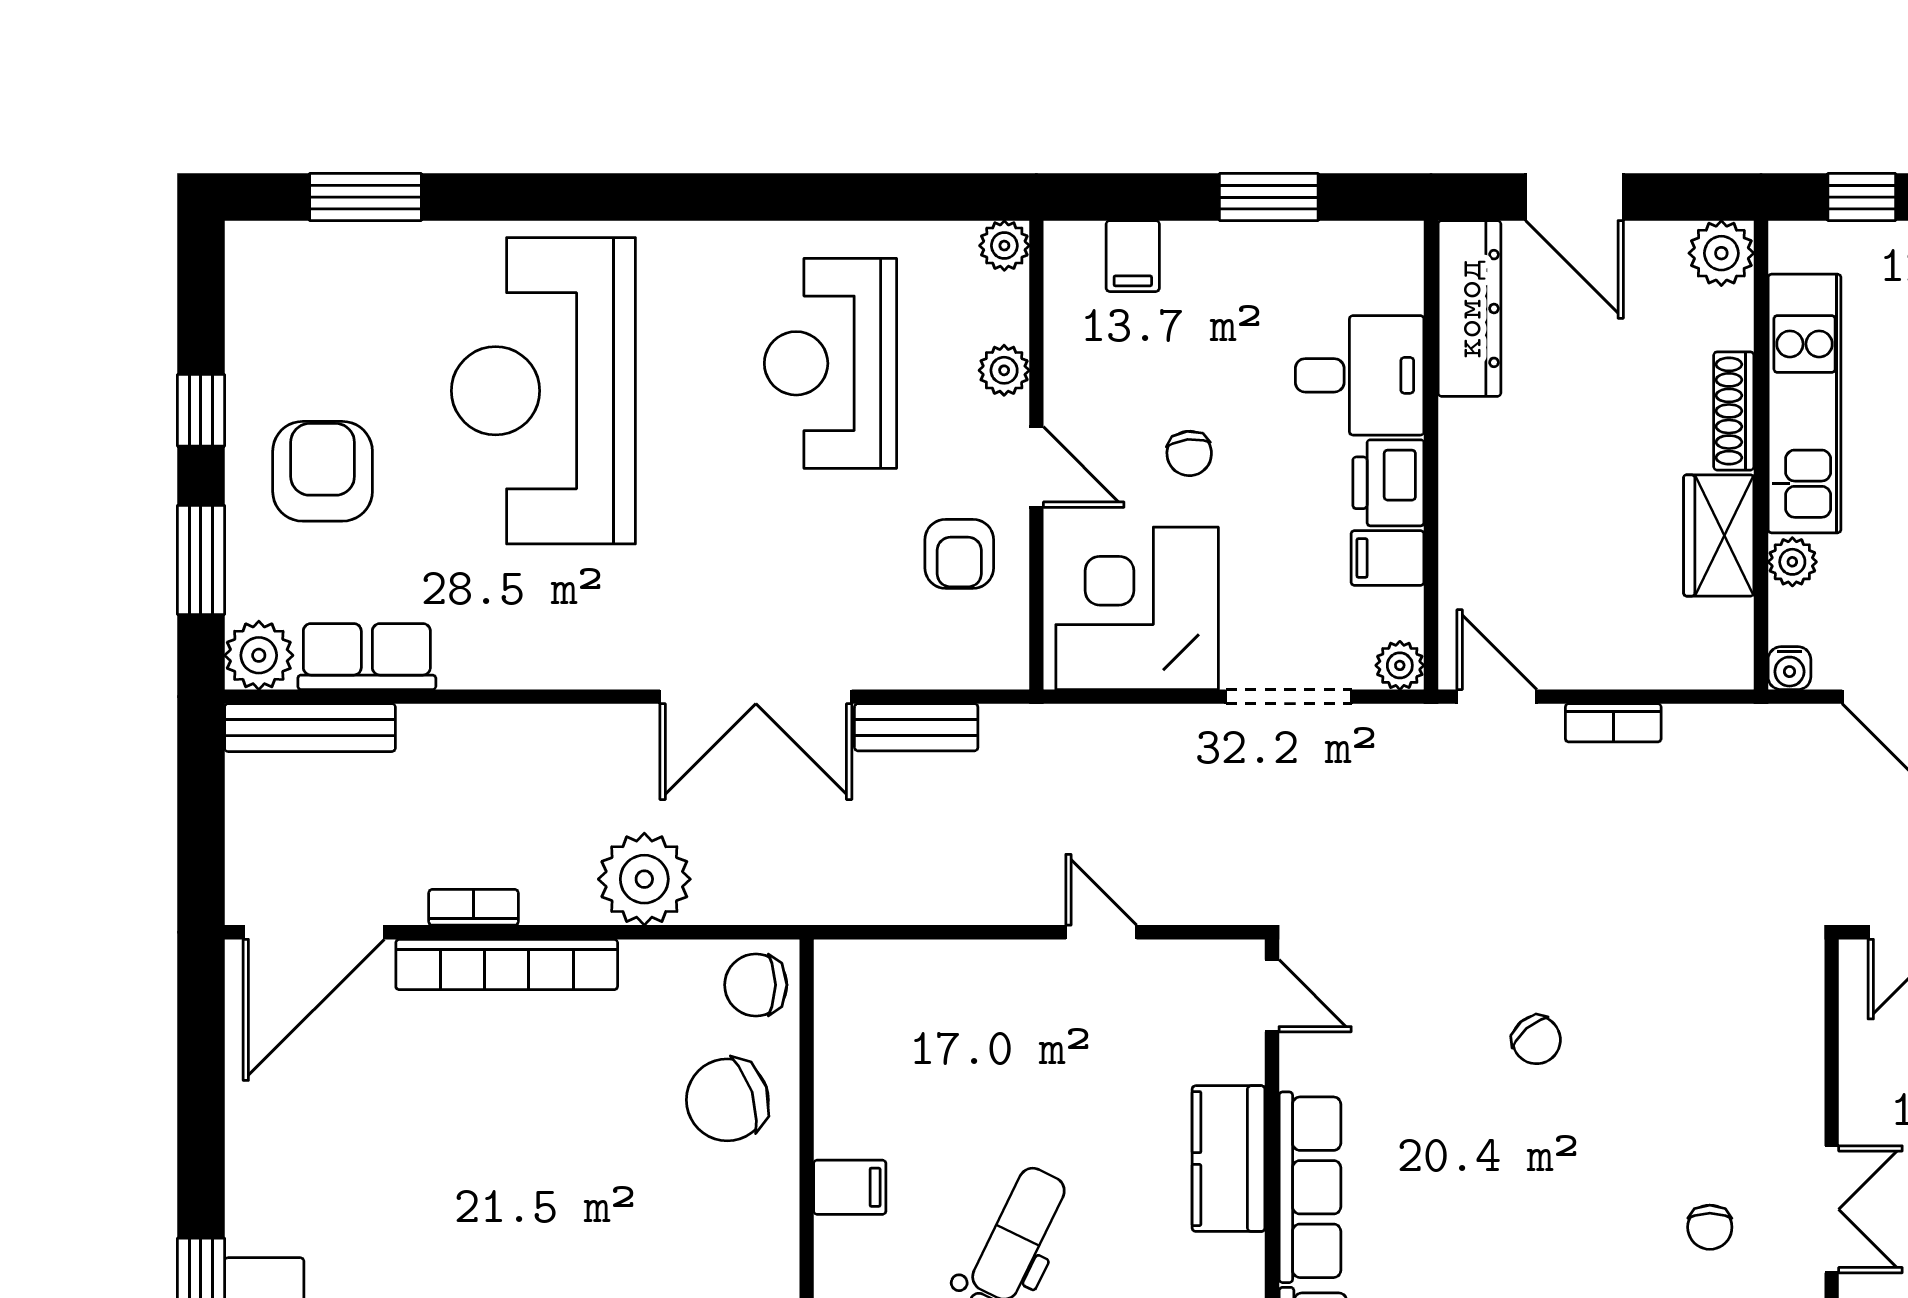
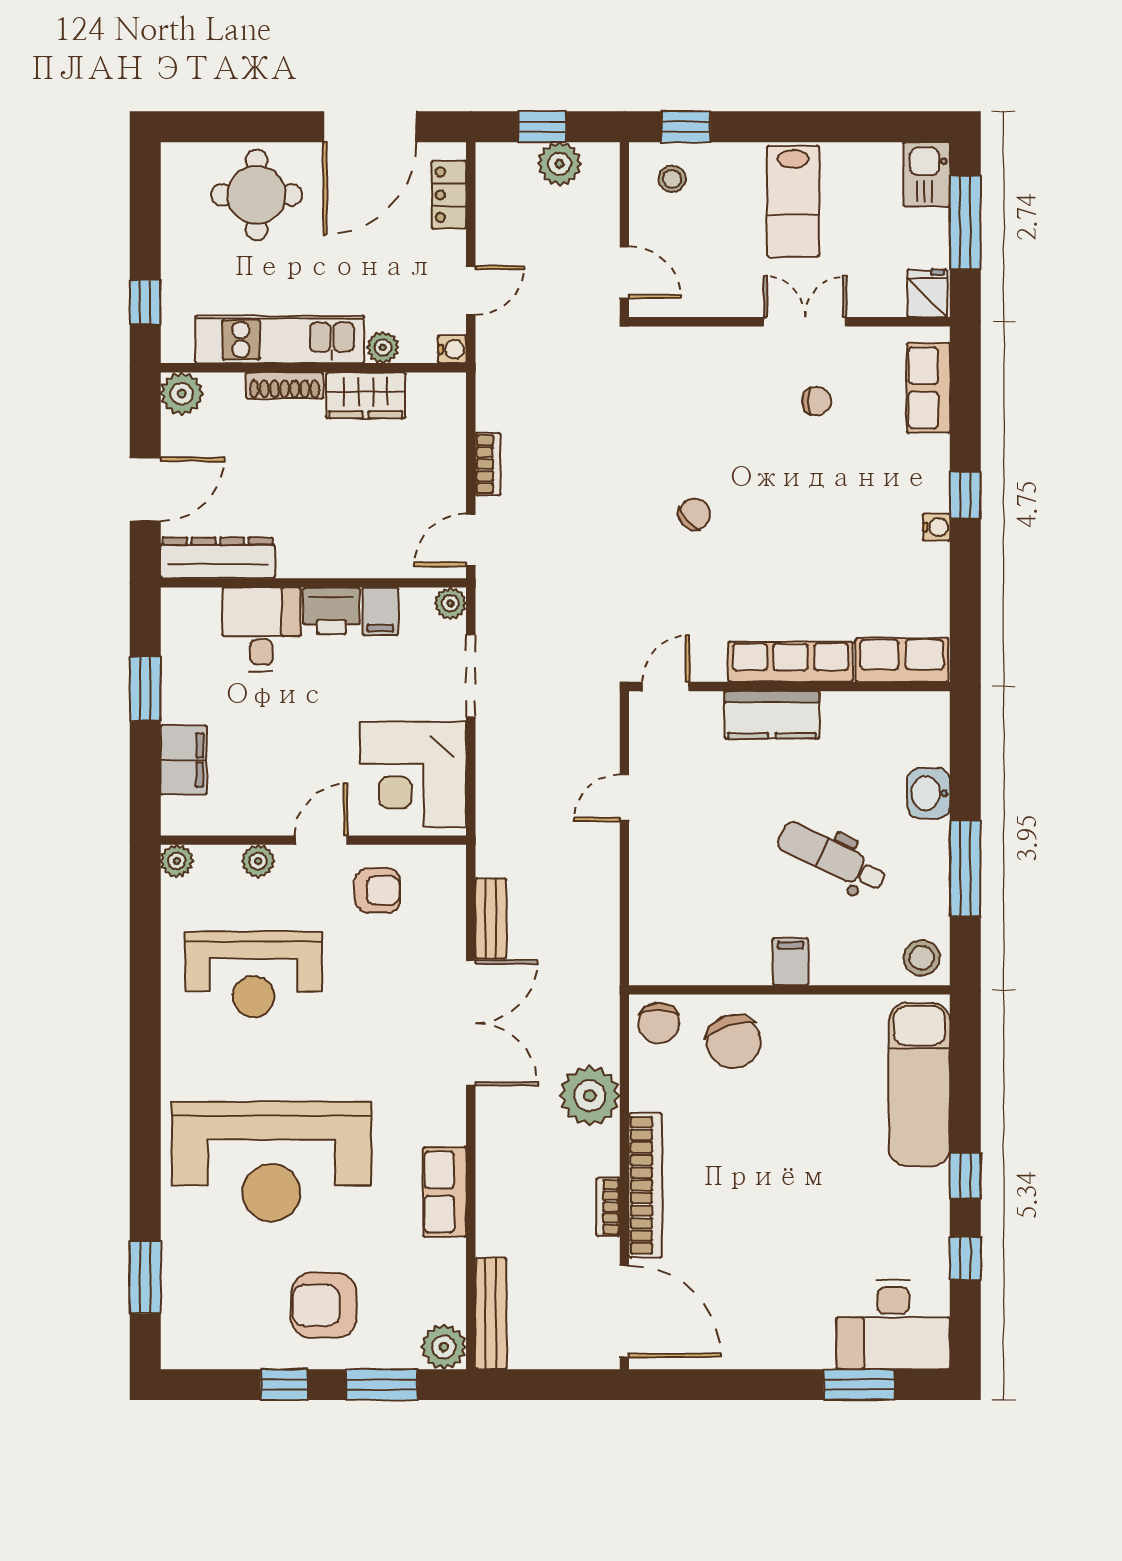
filing cabinet: (1133, 256) -> (184, 760), width x2.00
chair: (1189, 453) -> (312, 740), removed
row of seats: (367, 657) -> (445, 1192), moved

